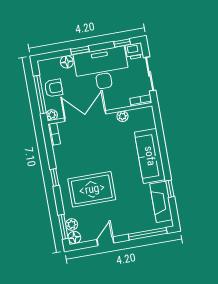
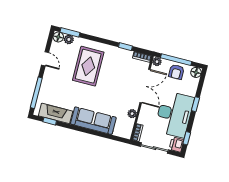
floor lamp: (67, 62) -> (196, 72), moved
window: (55, 177) -> (125, 47), moved
window: (170, 189) -> (50, 121), moved

